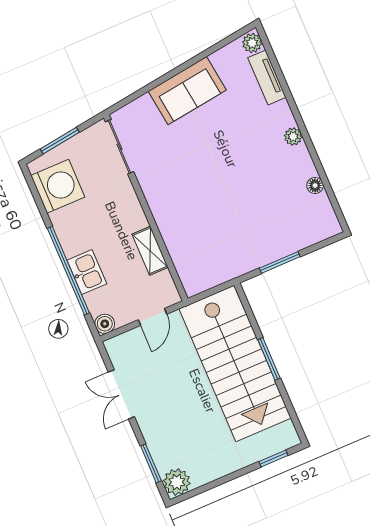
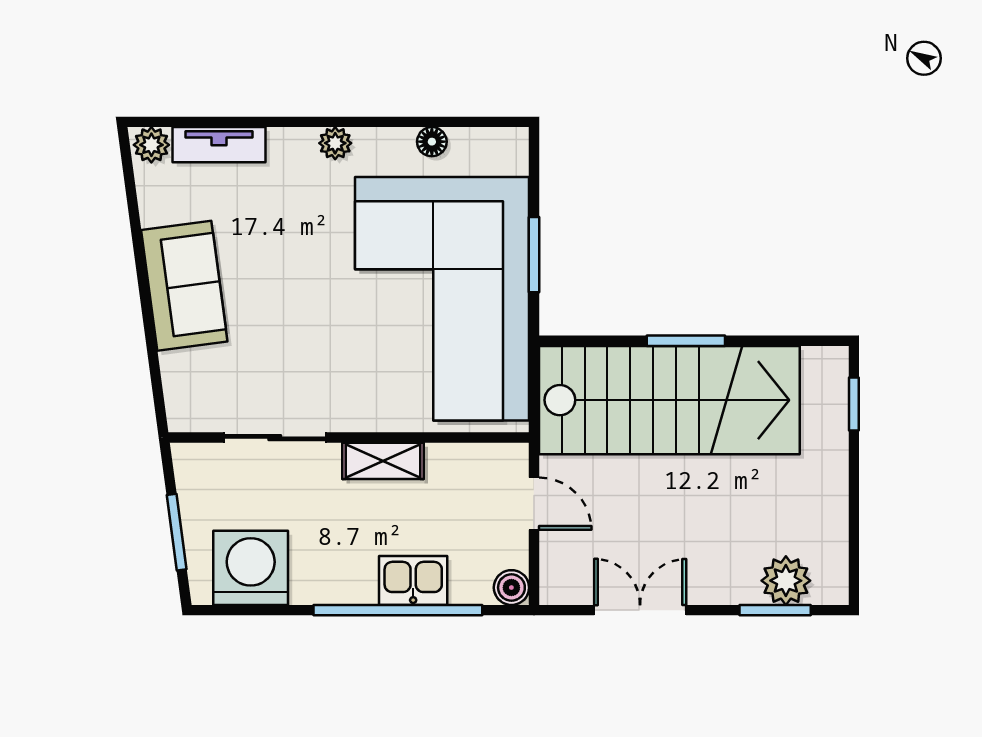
sliding door: (120, 147) -> (275, 438), moved
corner sofa: (237, 225) -> (442, 299), added
shelving: (150, 251) -> (383, 461), moved
double door: (121, 394) -> (640, 610), swing flipped
plant: (177, 482) -> (786, 581), moved

